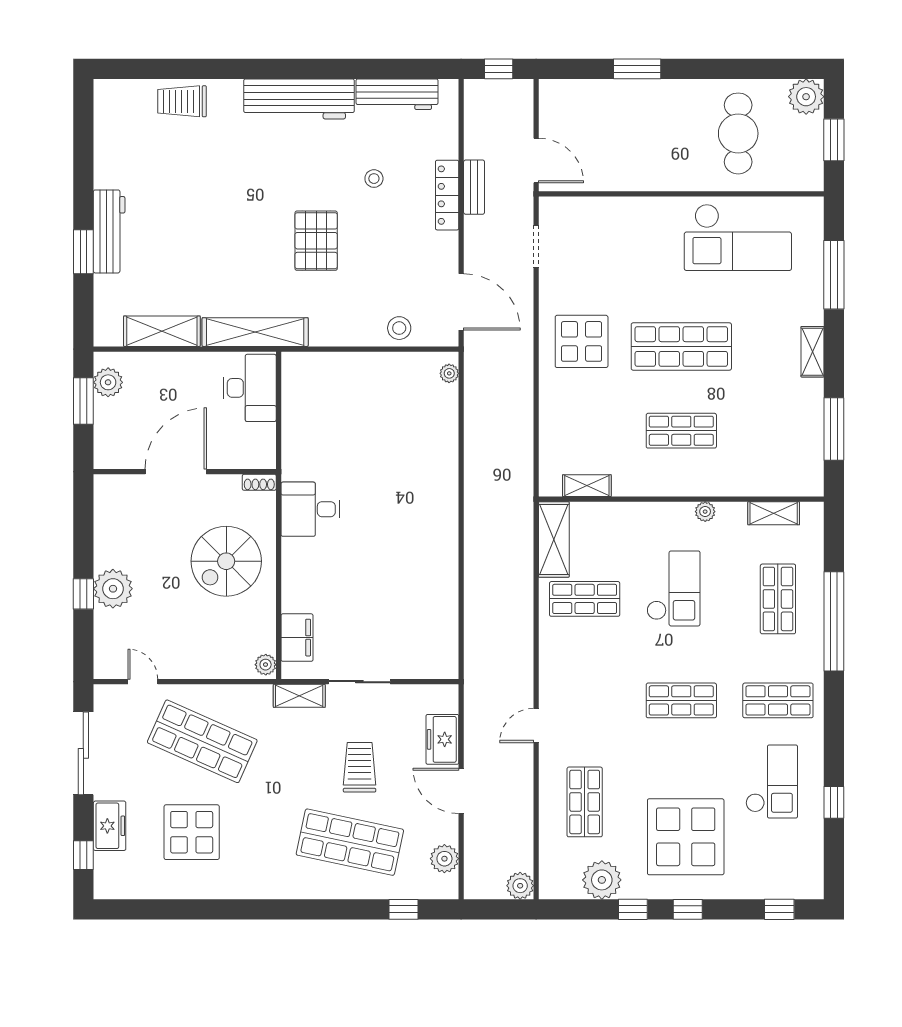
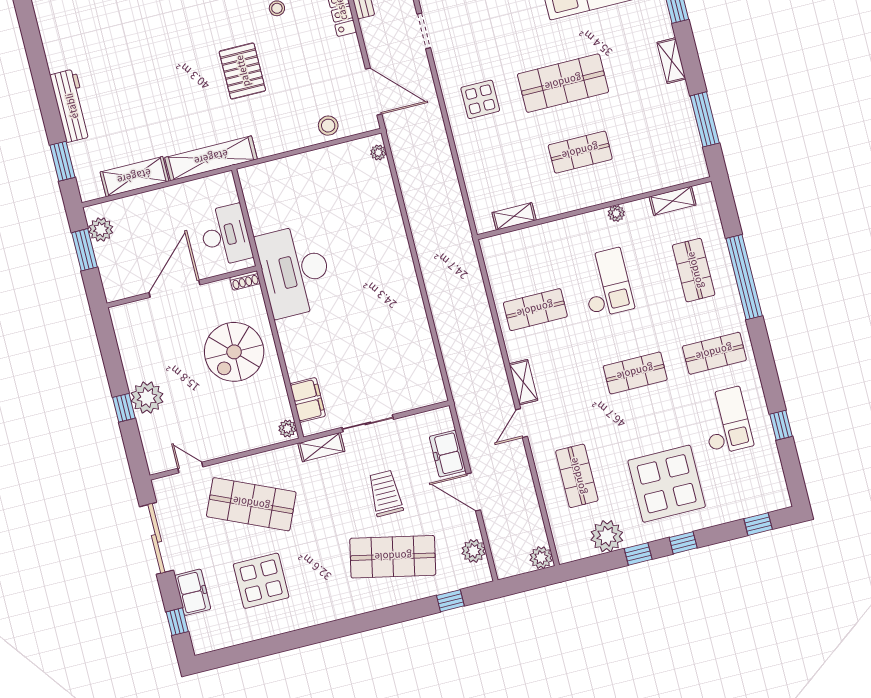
window: (83, 252) -> (62, 161), moved
display table: (582, 341) -> (480, 99), width x0.73, depth x0.73
desk: (250, 388) -> (225, 235), moved
desk: (310, 509) -> (295, 271), width x1.87, depth x1.30
shelving: (554, 539) -> (523, 382), moved, width x0.67, depth x0.75

